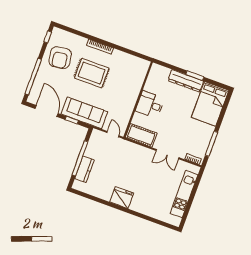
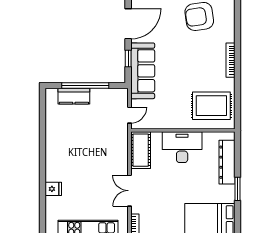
rug: (92, 73) -> (211, 106), moved, turned 90
dresser: (186, 81) -> (227, 162), moved
desk: (150, 105) -> (182, 147), width x1.37
fridge: (122, 198) -> (53, 189), moved, width x0.53, depth x0.75

